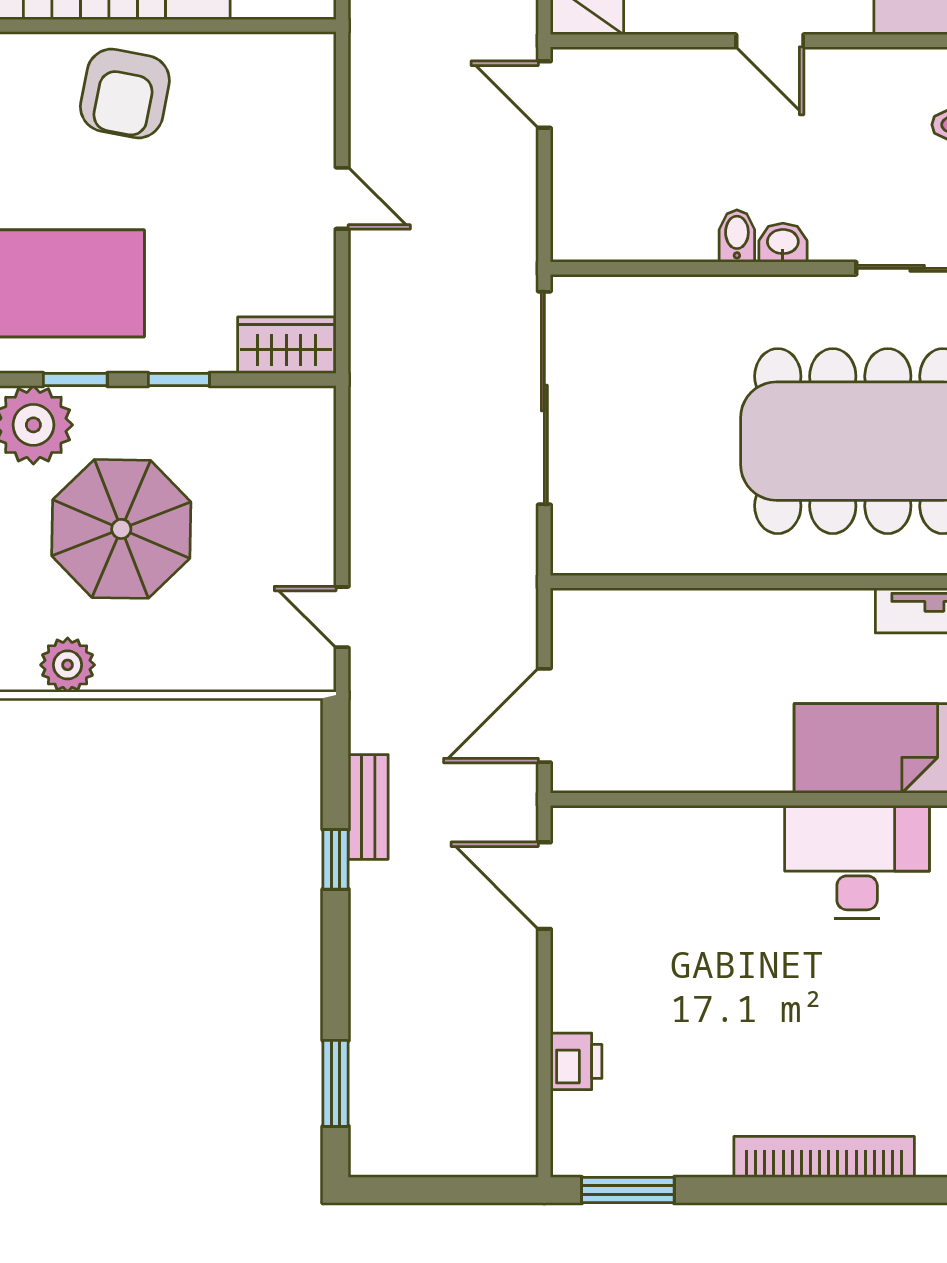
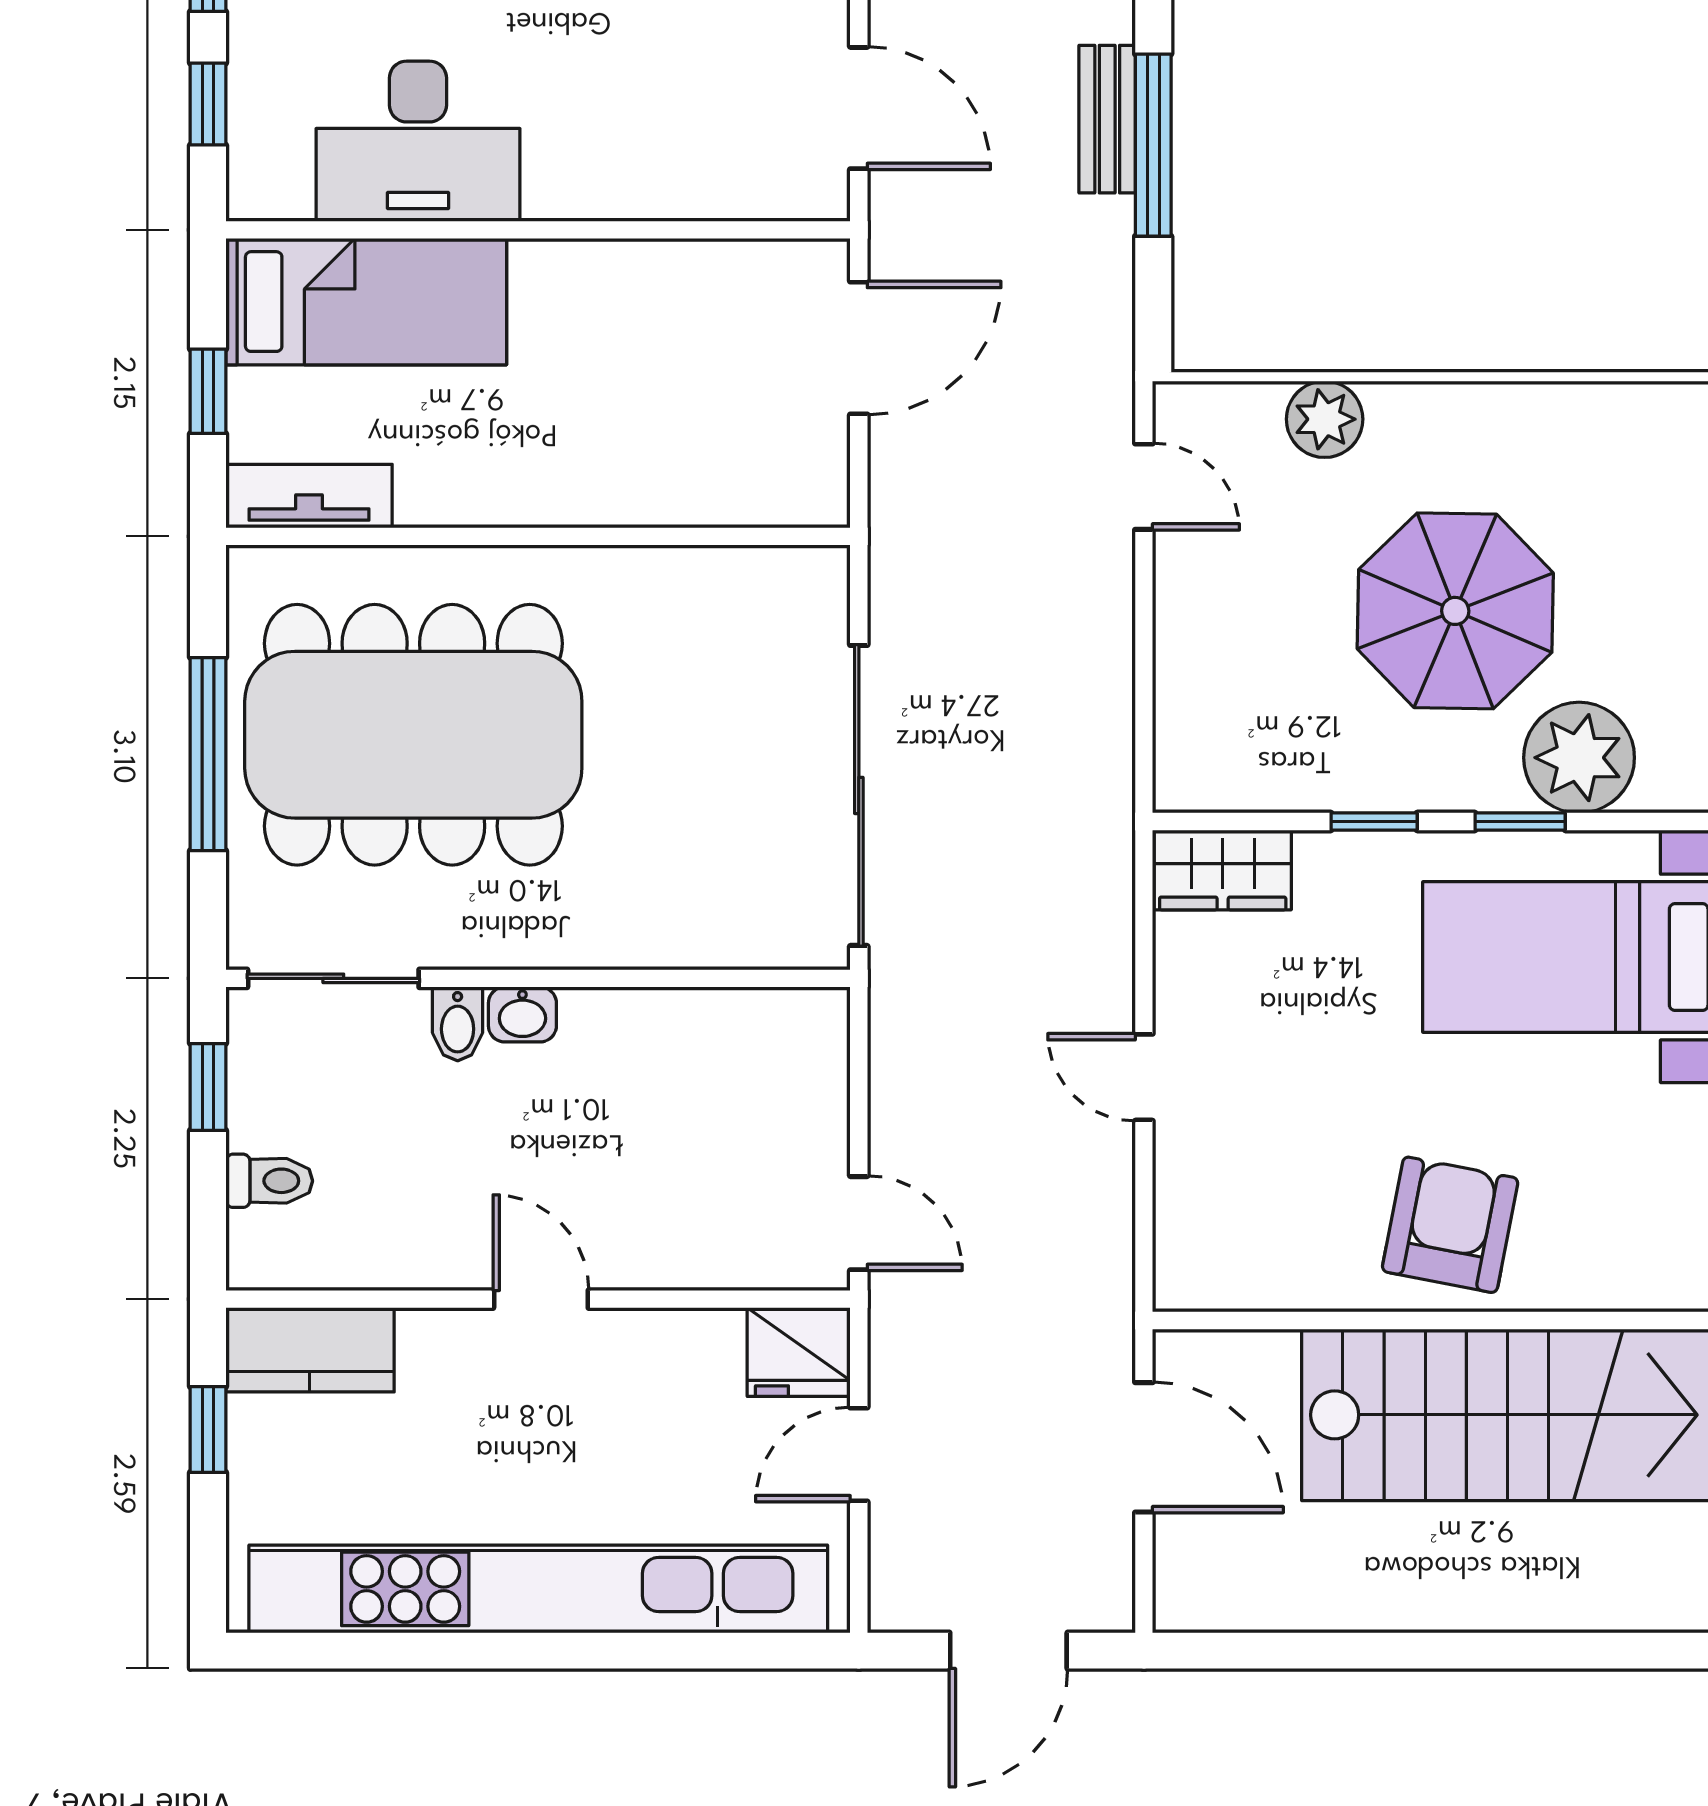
bidet: (737, 236) -> (458, 1024), moved
plant: (68, 665) -> (1325, 419), moved
bench: (368, 807) -> (1107, 119), moved
window: (336, 859) -> (1153, 145), width x2.17

